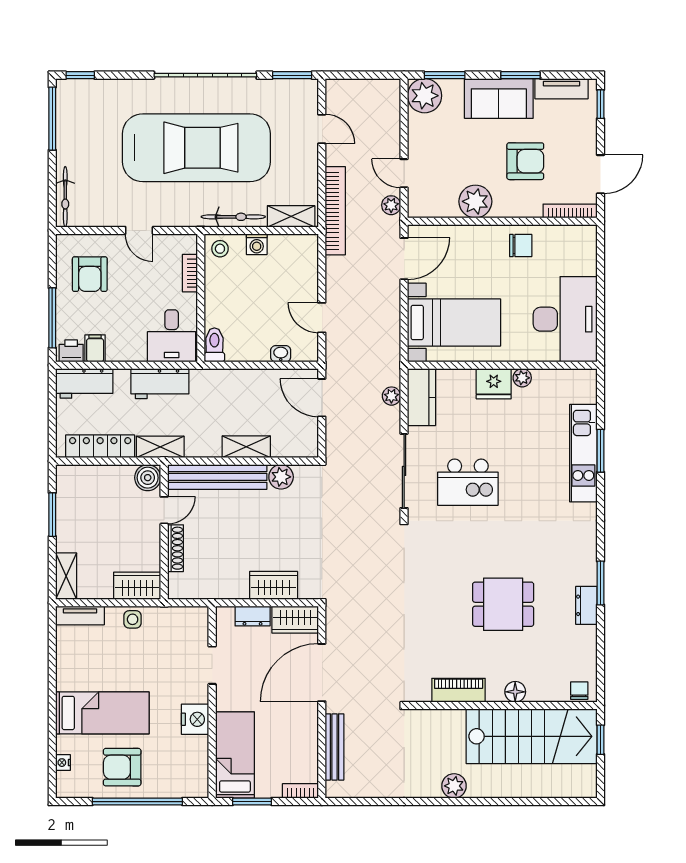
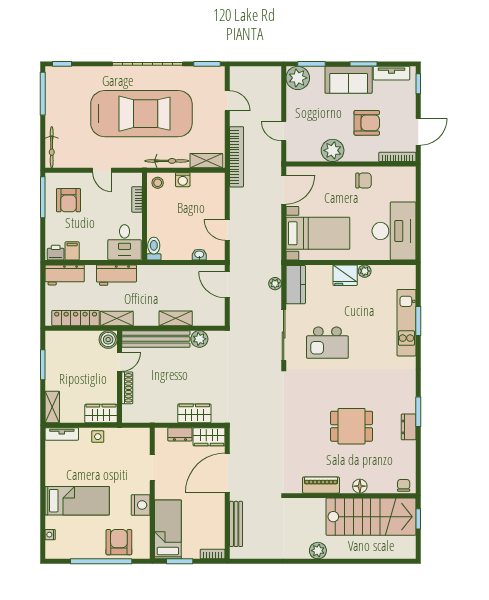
plant: (391, 205) -> (275, 153), removed
window: (52, 318) -> (43, 197), moved
armchair: (122, 767) -> (119, 542), moved, turned 90

